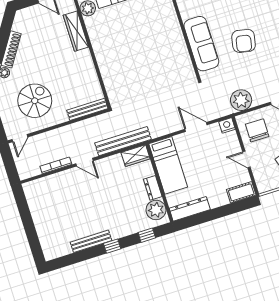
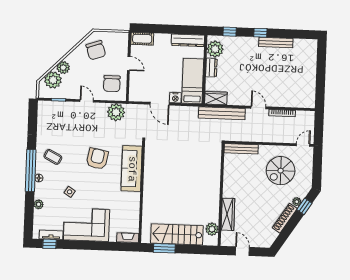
nightstand: (227, 125) -> (175, 98), moved

